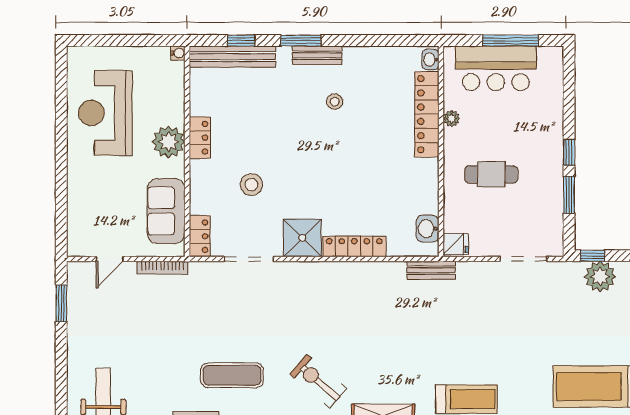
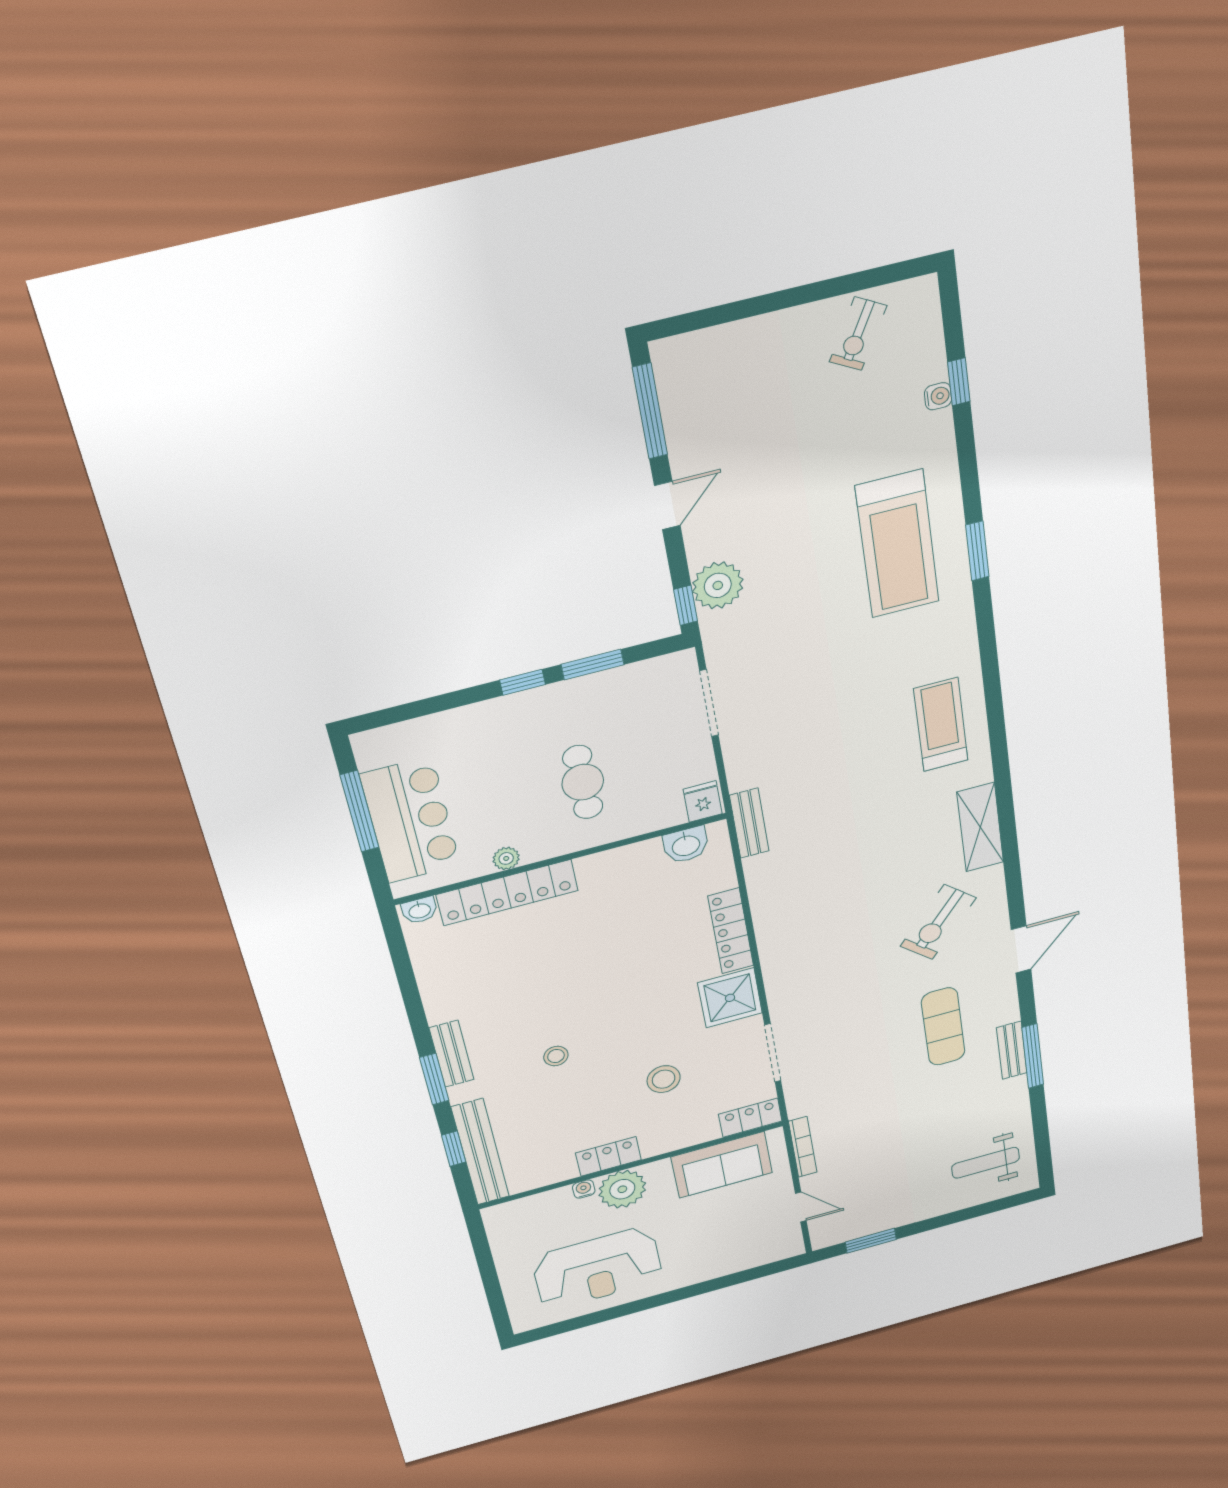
water cooler: (178, 53) -> (584, 1189), moved
stool: (335, 102) -> (556, 1056), moved

